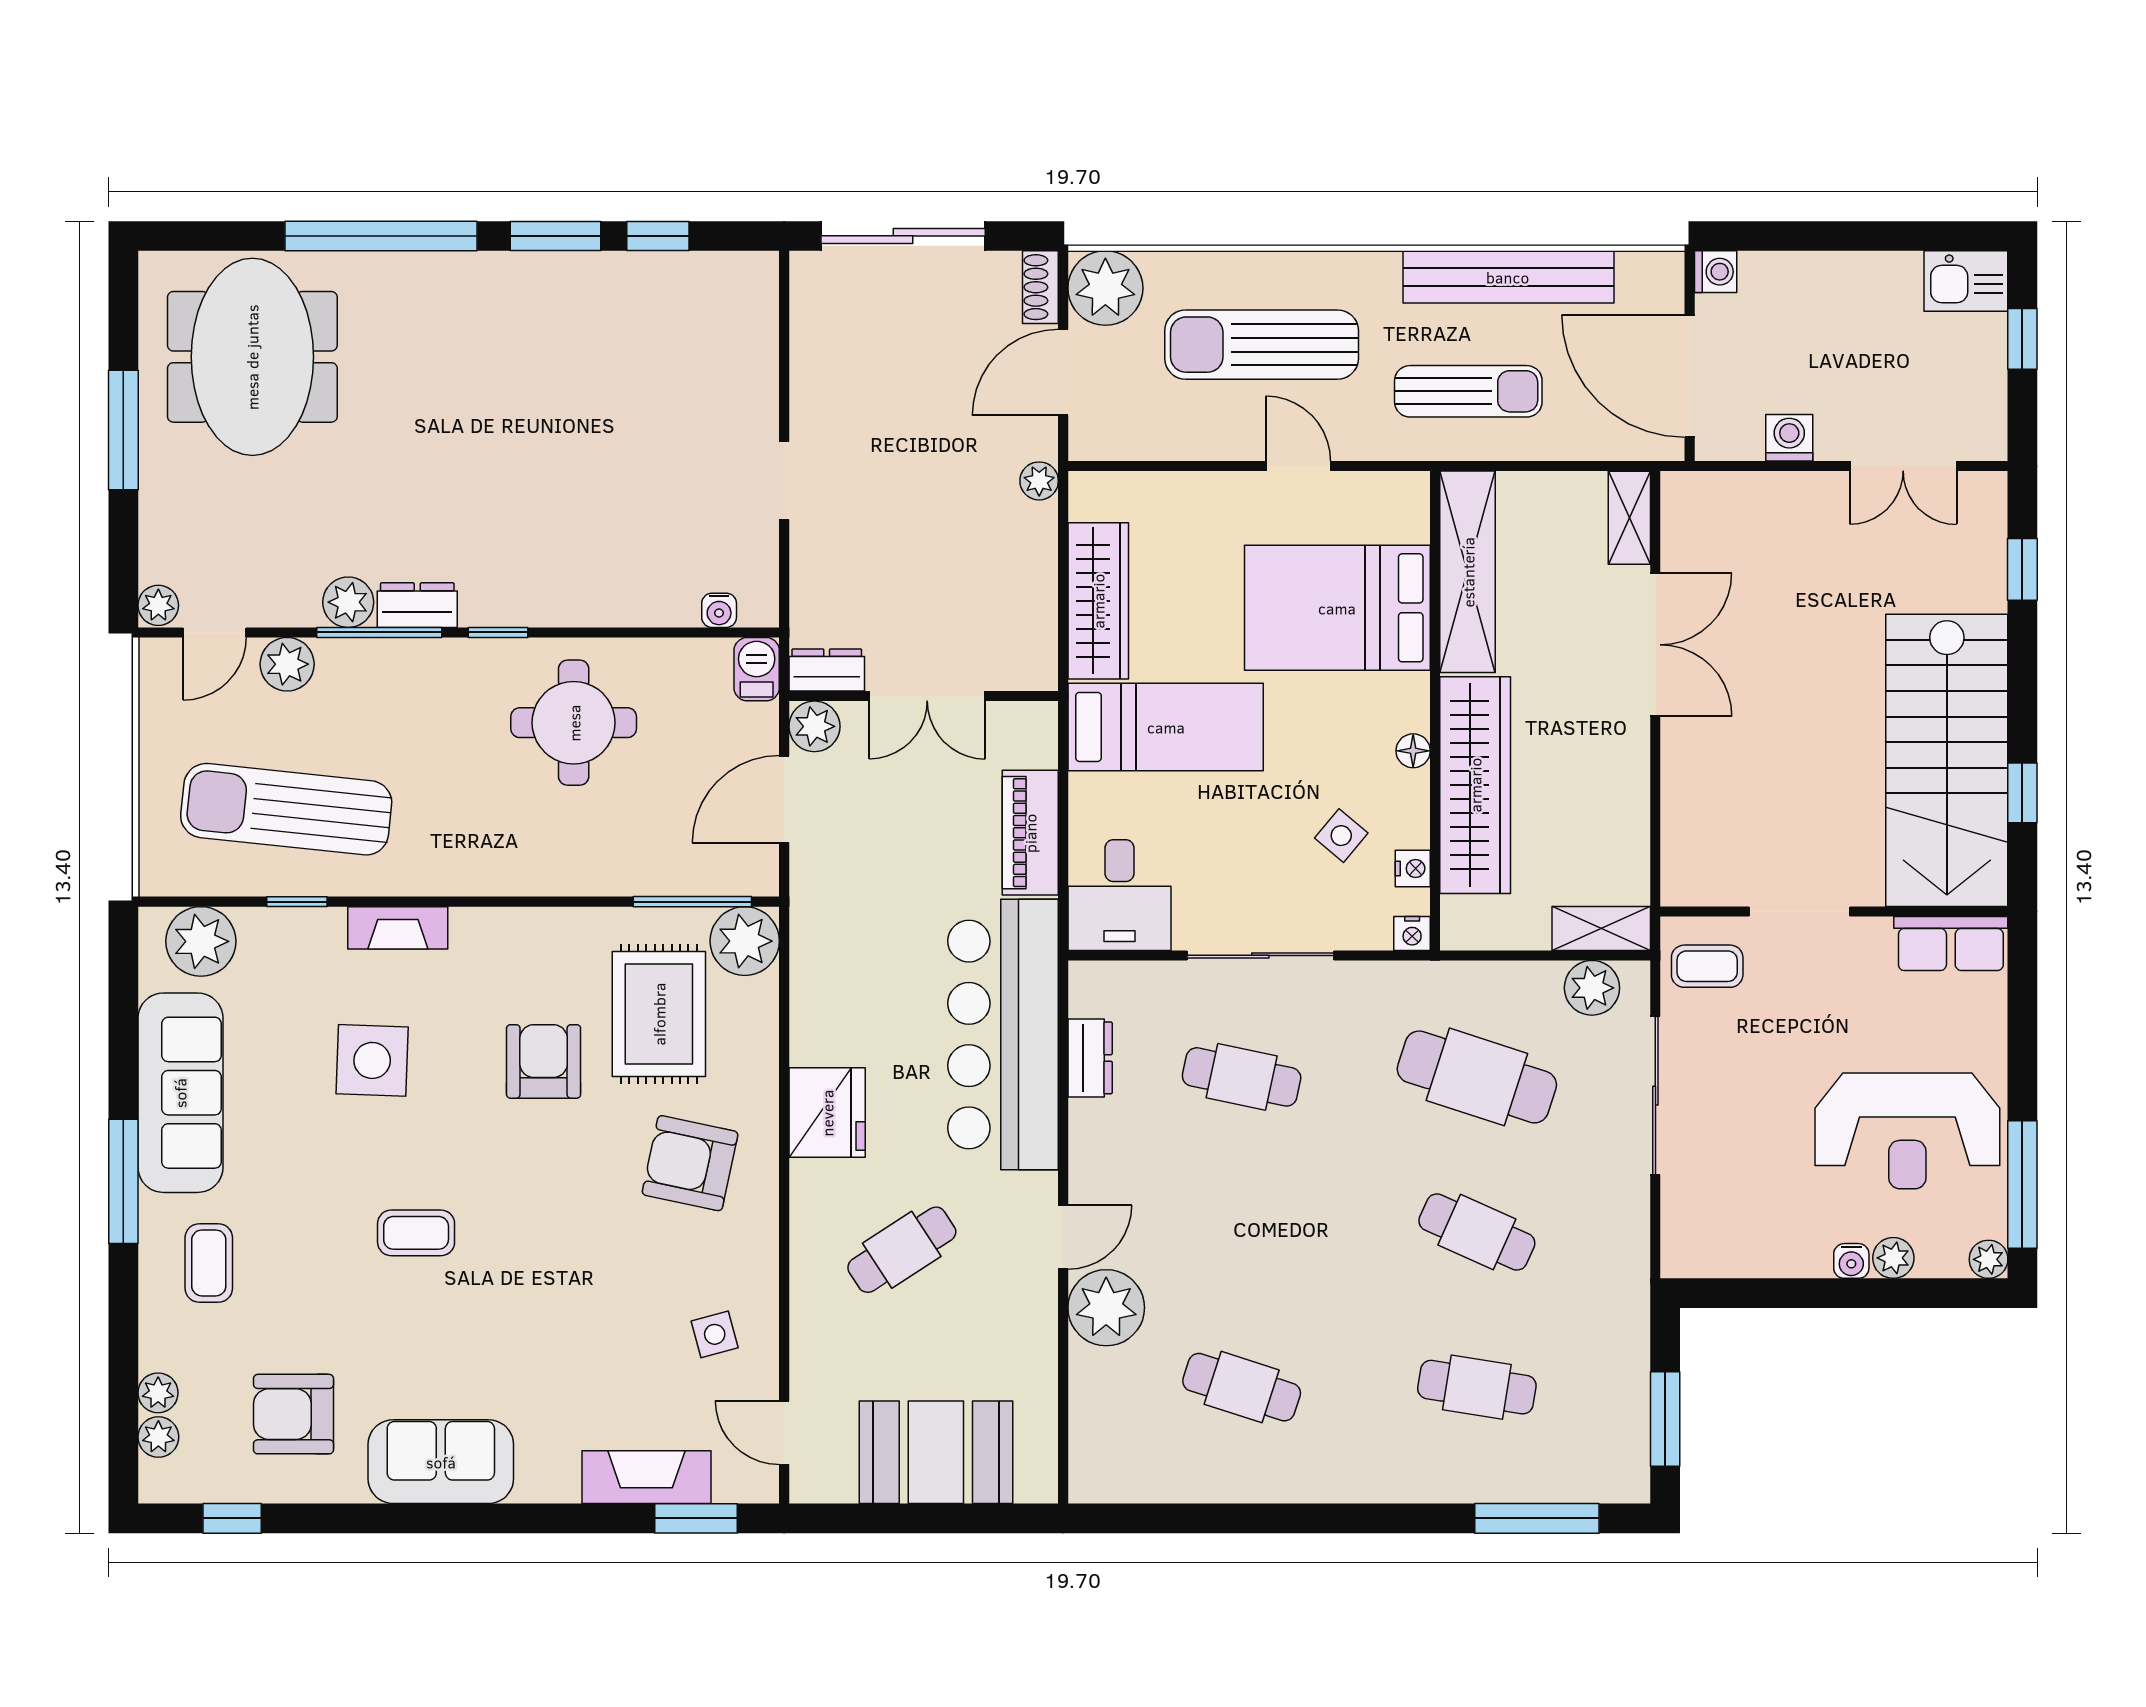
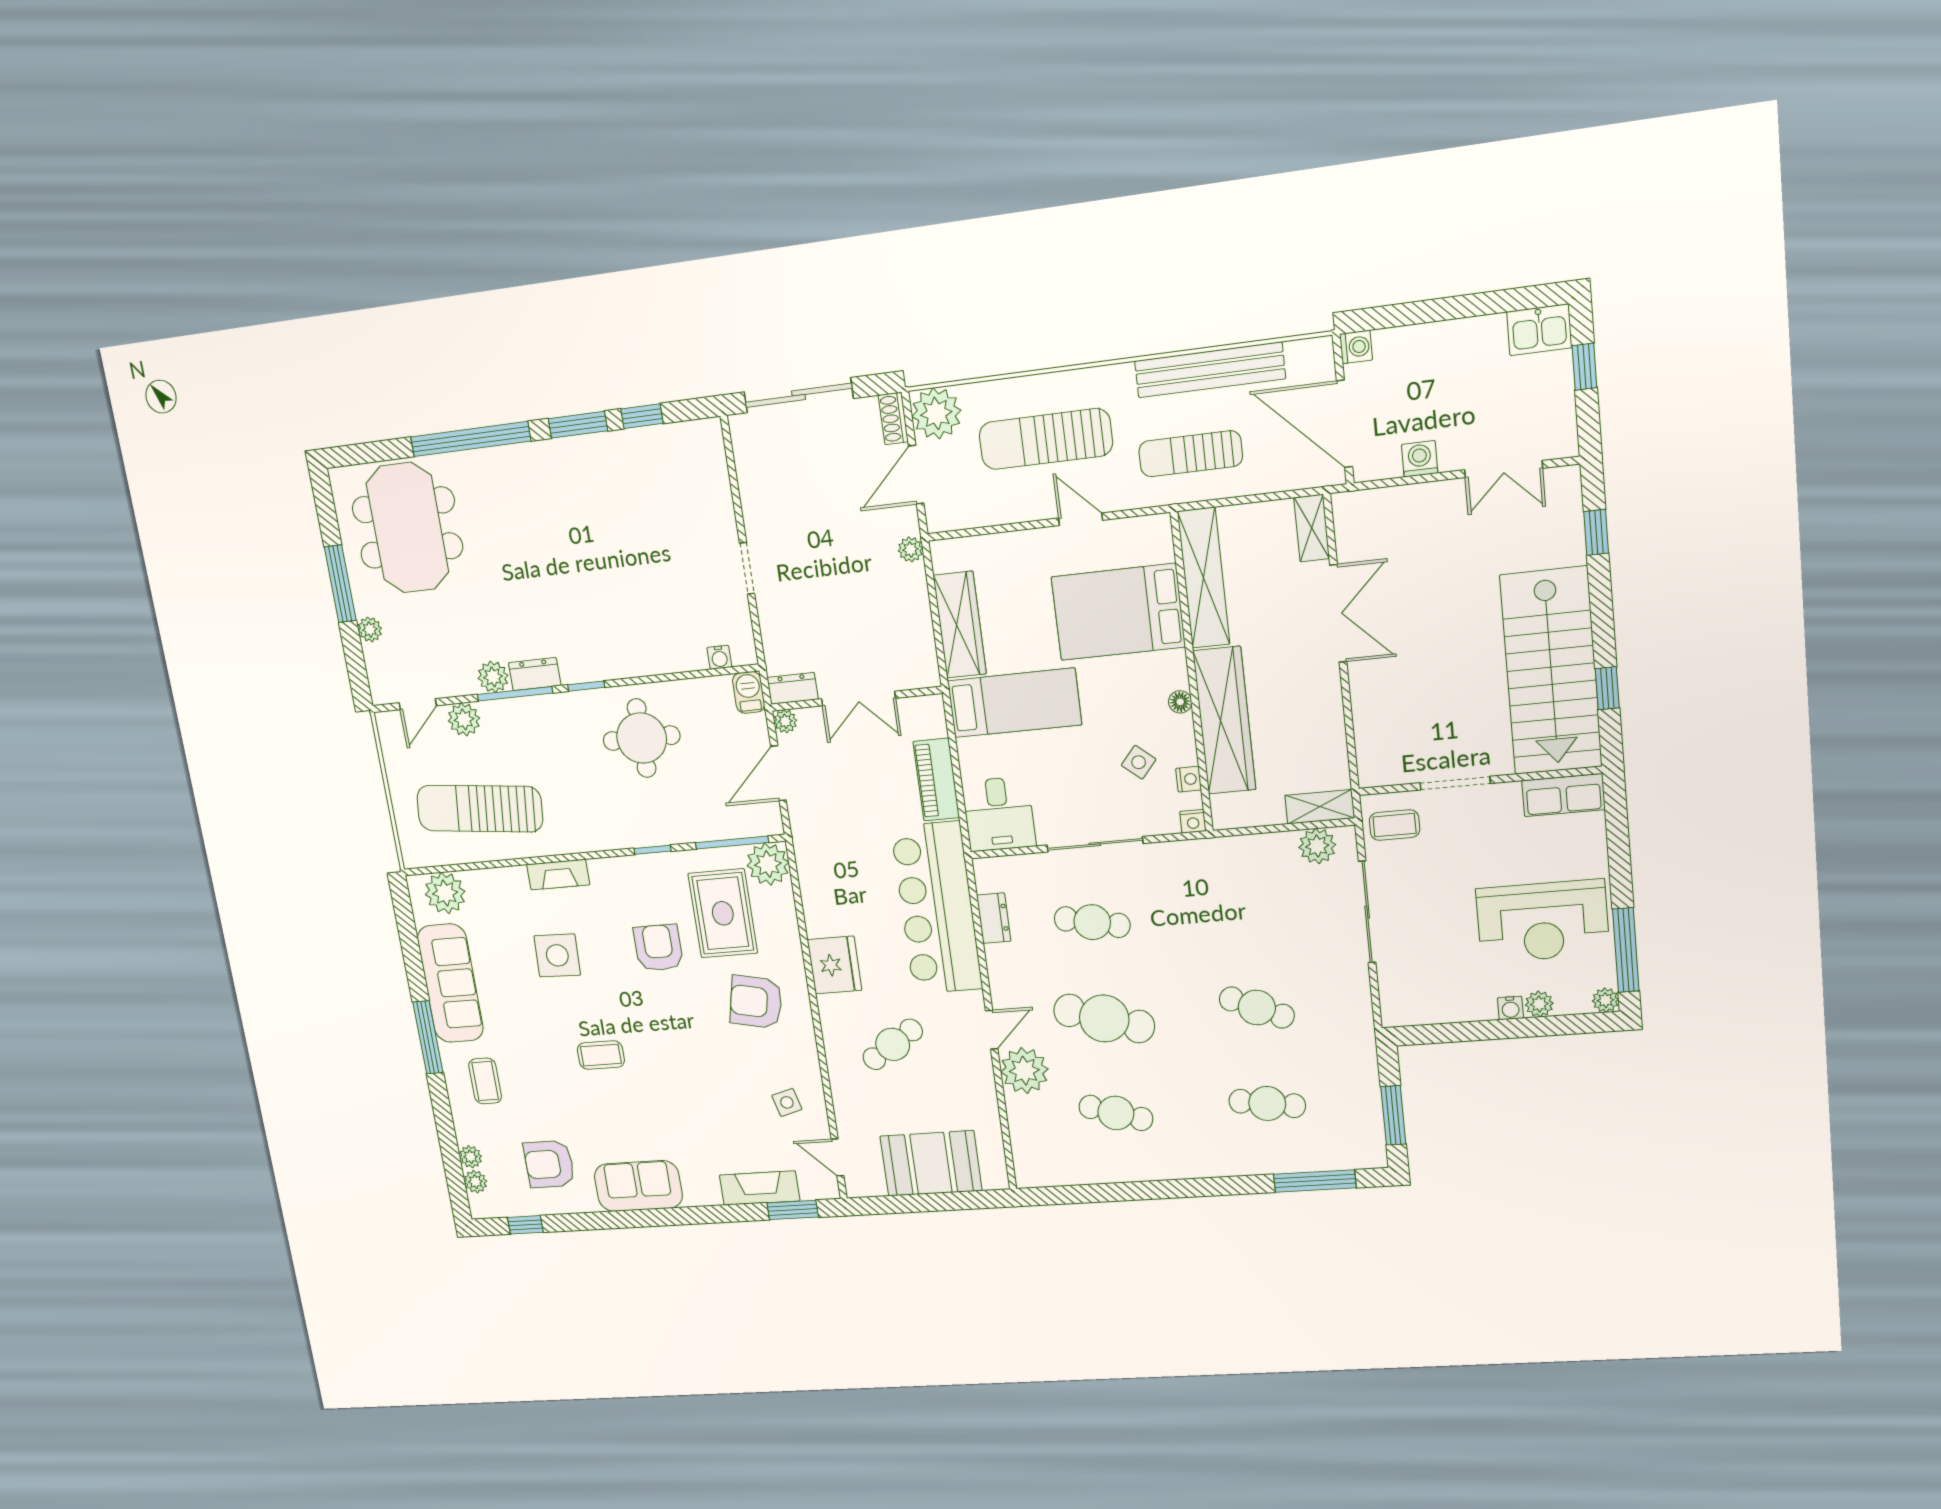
sun lounger: (1468, 391) -> (1191, 454), turned 180
plant: (158, 605) -> (370, 629), moved
plant: (814, 726) -> (785, 721), width x0.73, depth x0.73
window: (297, 902) -> (653, 850), moved
cafe table: (1477, 1077) -> (1104, 1018), moved

